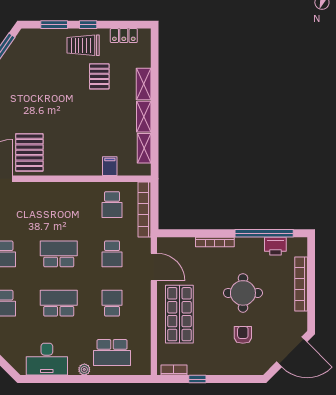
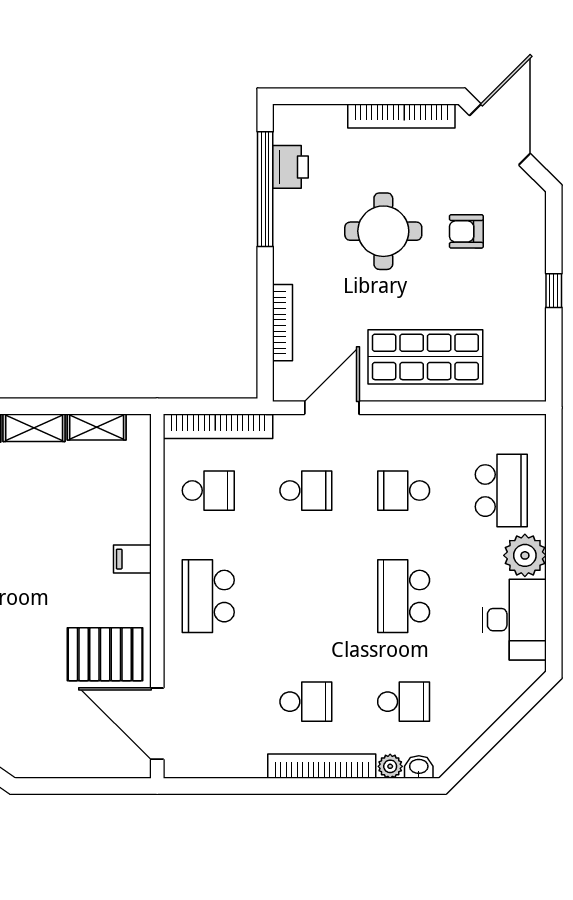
filing cabinet: (110, 166) -> (132, 559), moved
bookcase: (215, 242) -> (283, 323), moved
school desk: (59, 254) -> (208, 596), moved
bookcase: (301, 284) -> (401, 116), moved
plant: (84, 369) -> (525, 555), width x1.88, depth x1.88
bookcase: (174, 370) -> (536, 368), removed
window: (197, 379) -> (554, 291), moved

